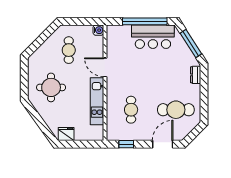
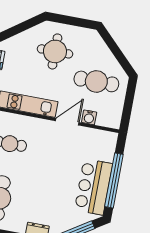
water cooler: (98, 30) -> (89, 117), moved
cafe table: (69, 50) -> (96, 81), width x1.37, depth x1.35

